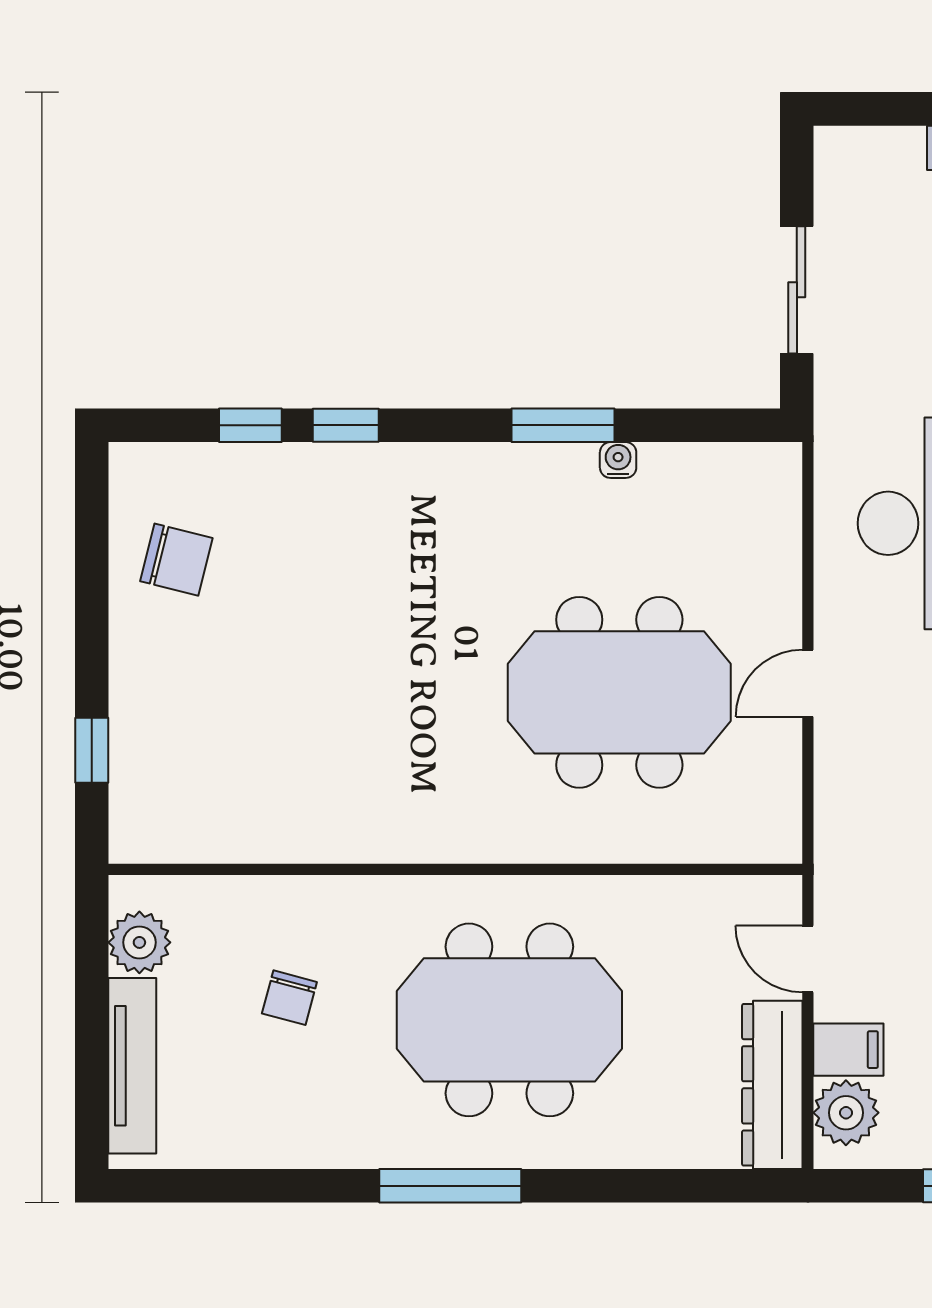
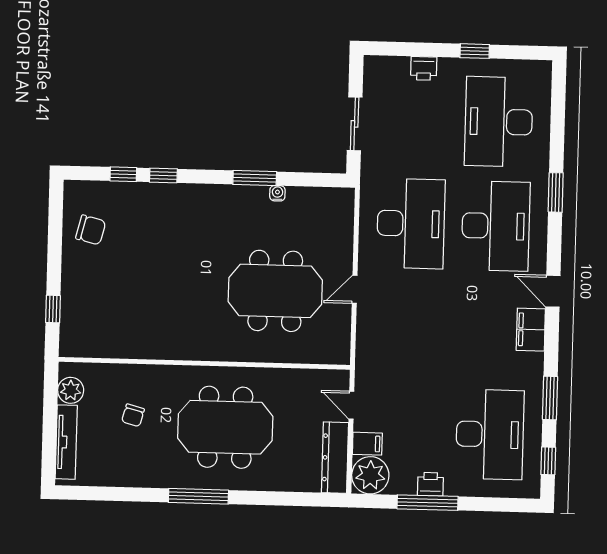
plant: (846, 1113) -> (370, 475), width x1.36, depth x1.36

